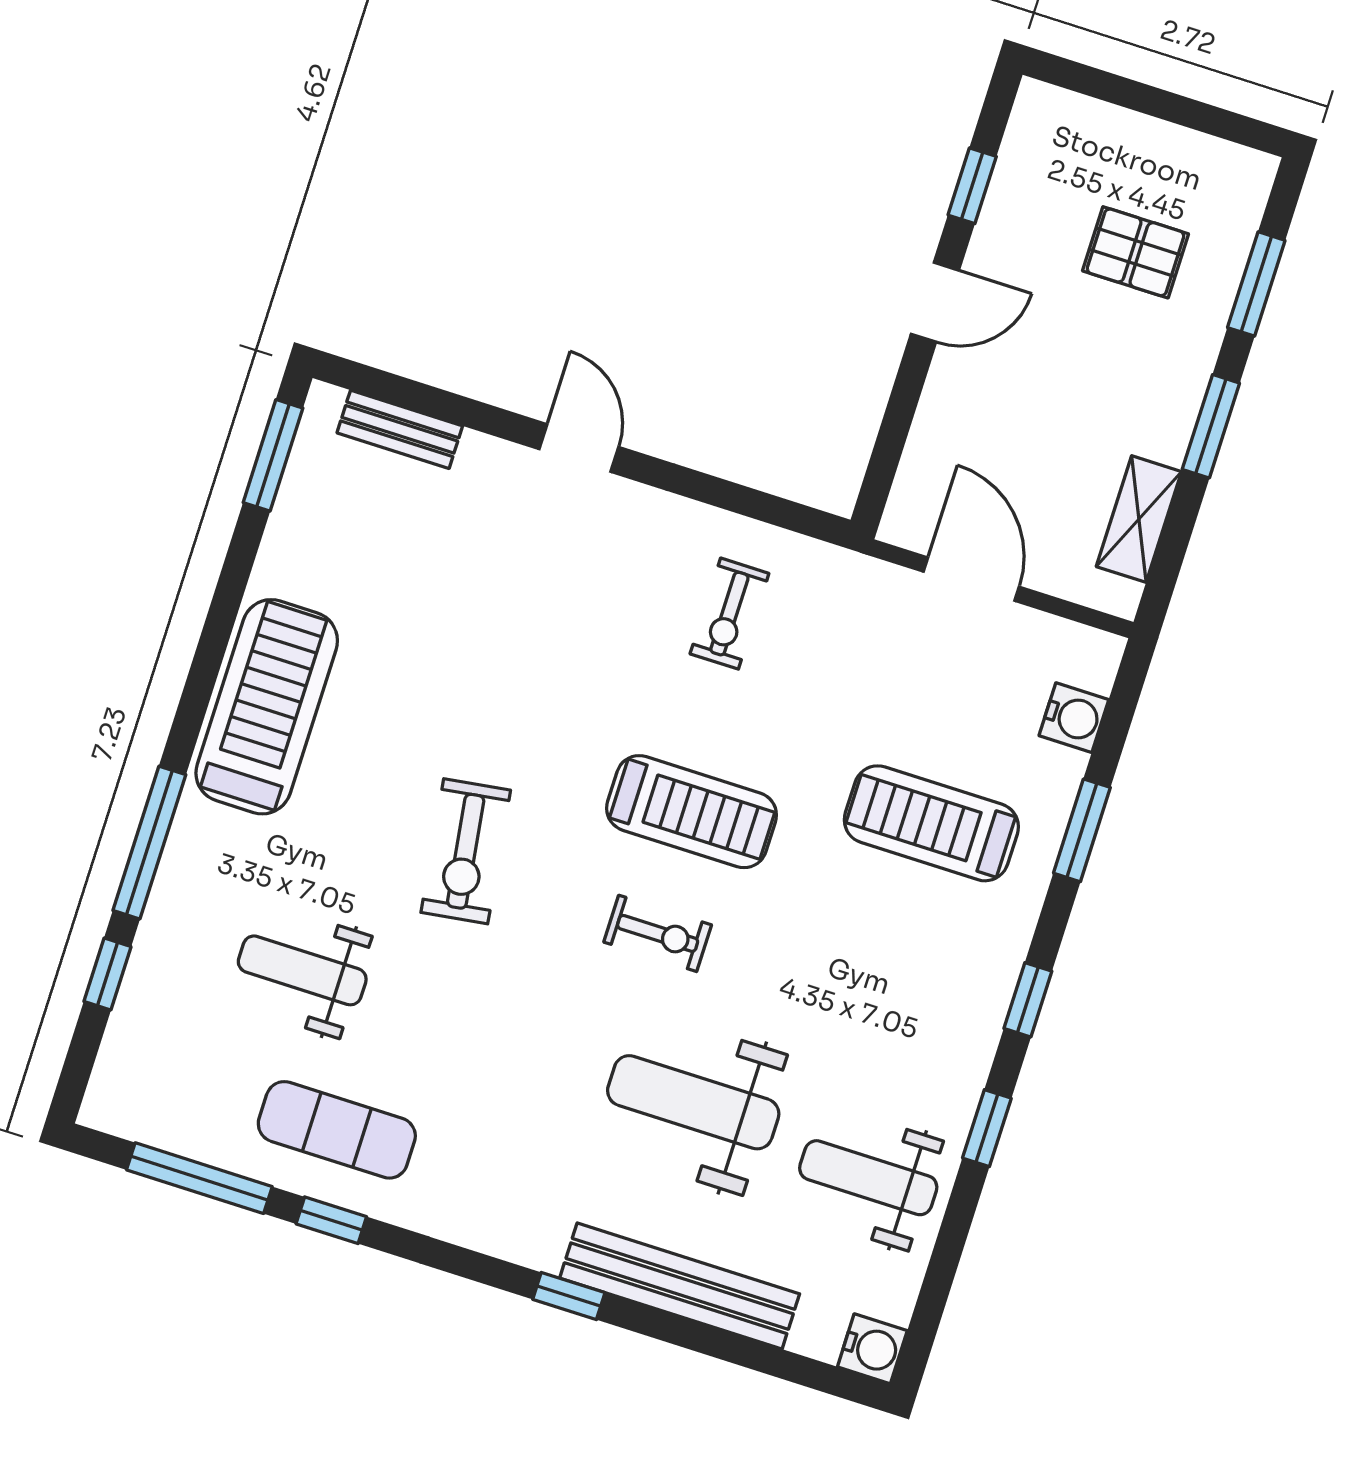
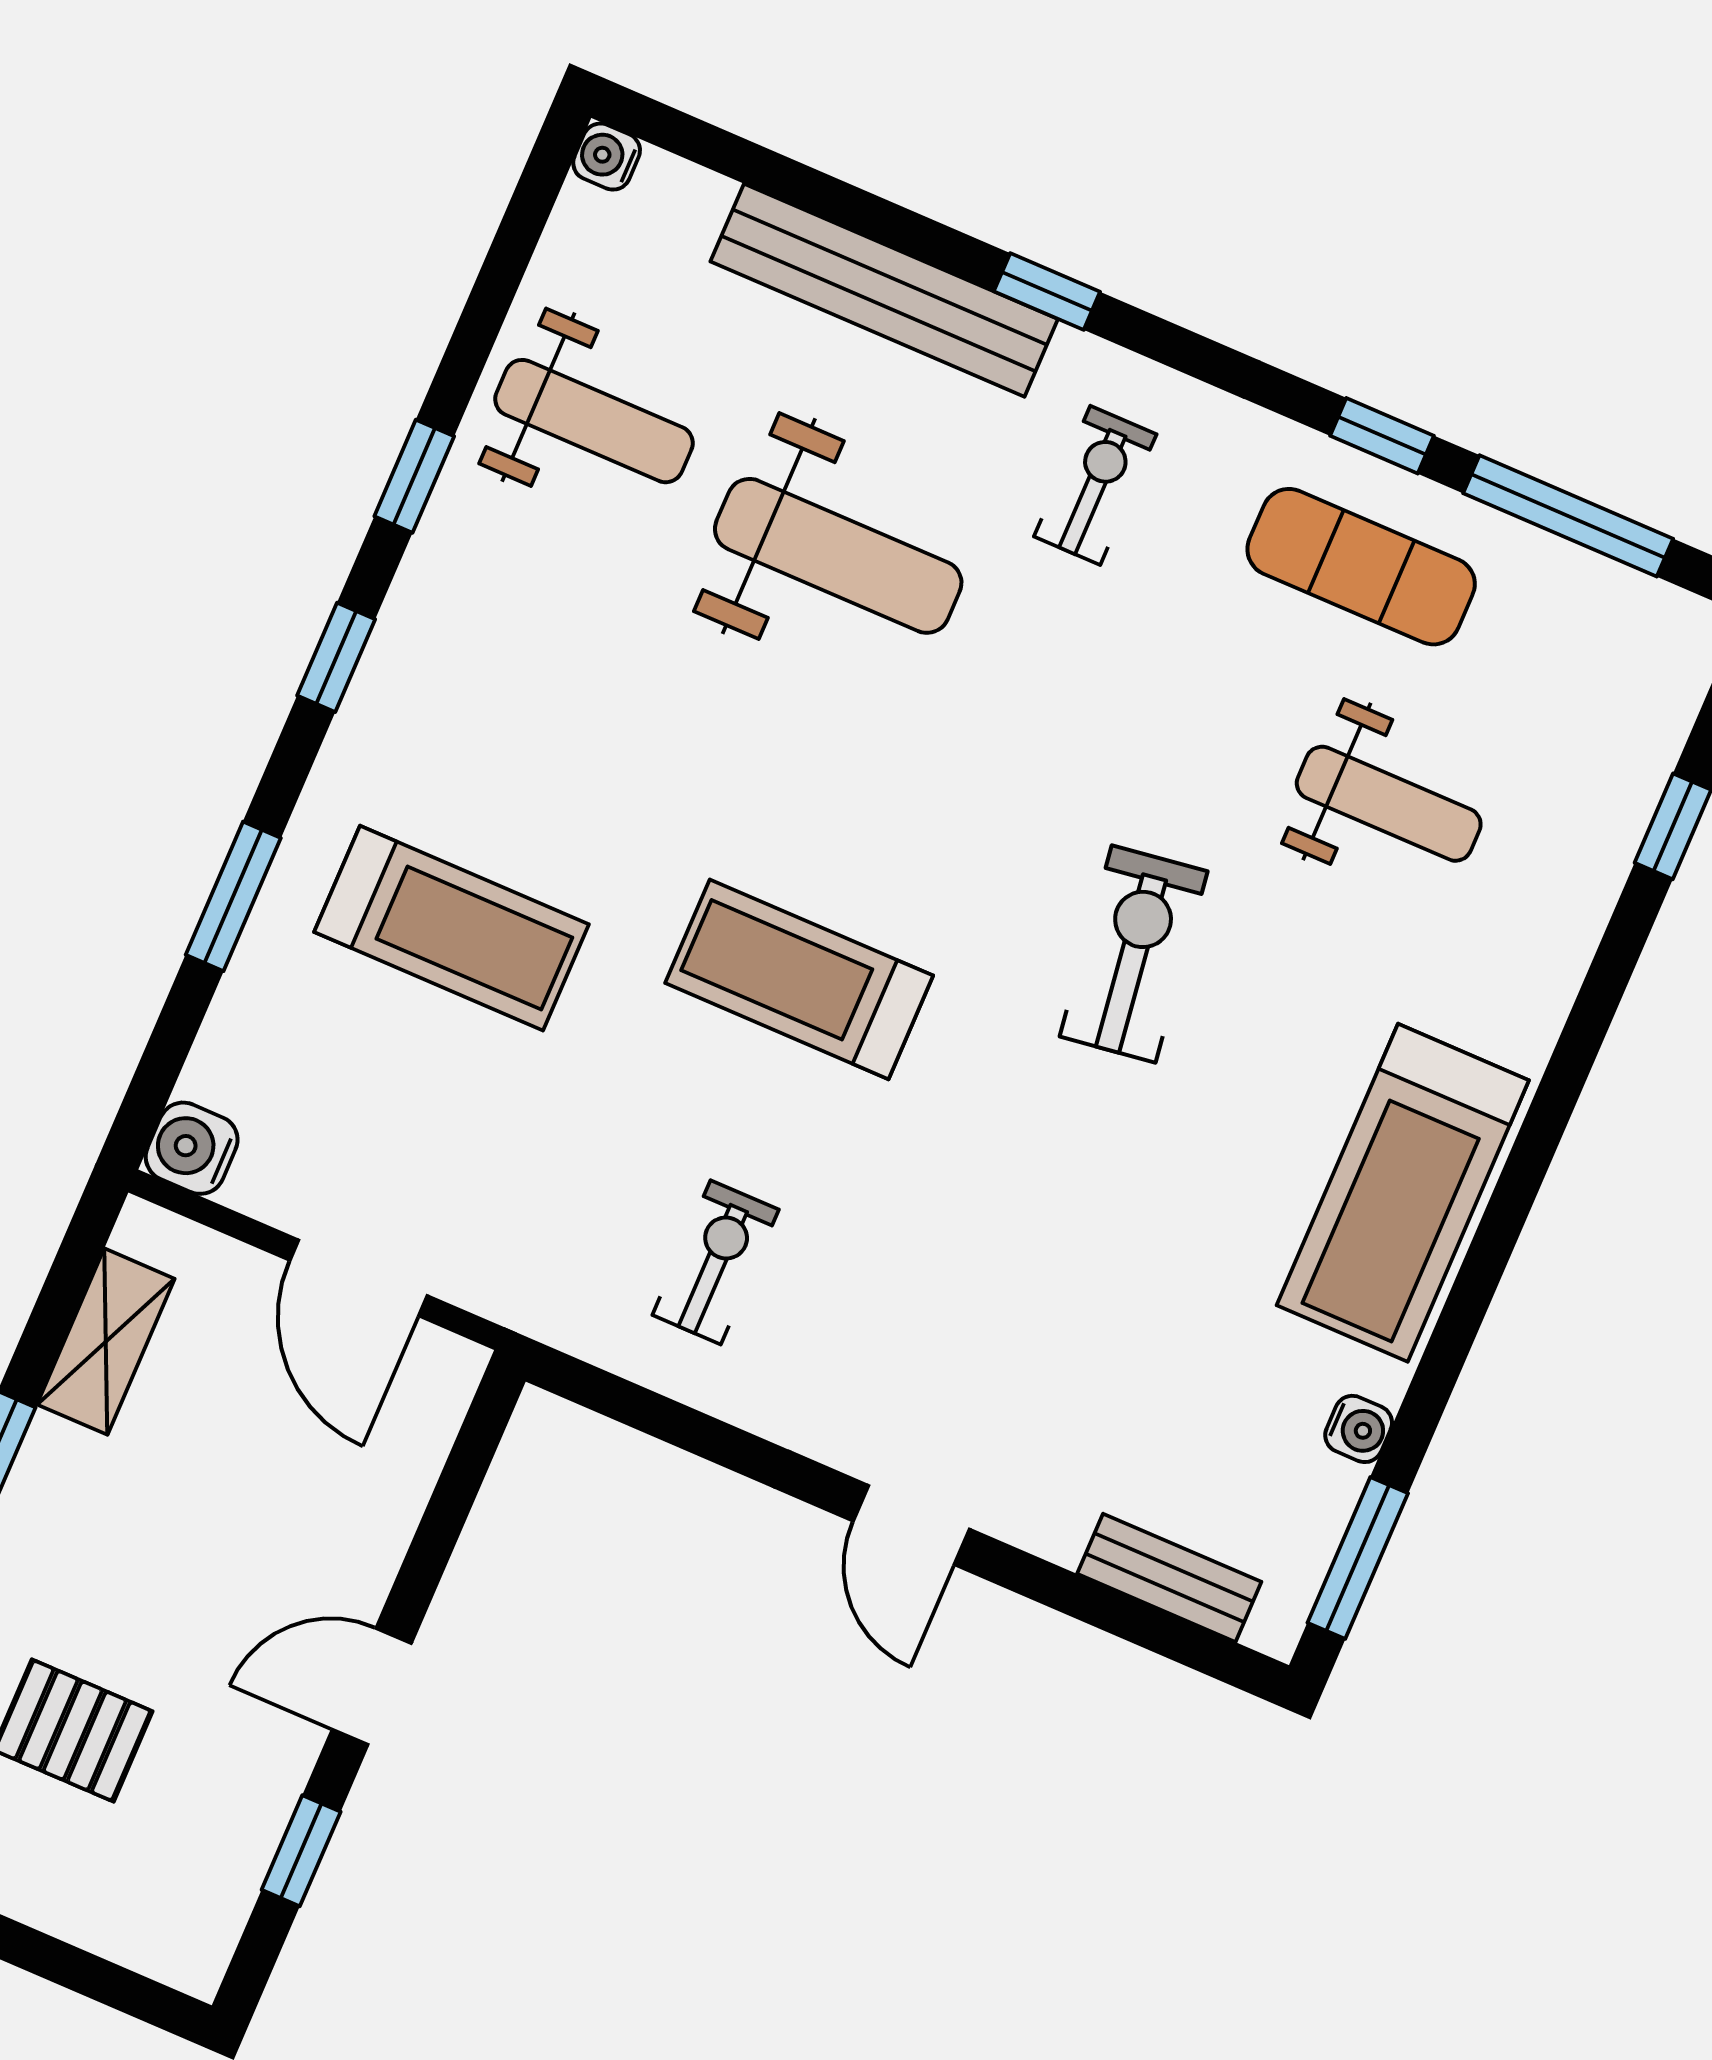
water cooler: (281, 543) -> (1359, 1429), added
water cooler: (1074, 718) -> (192, 1148), moved
window: (149, 843) -> (1593, 1012), removed
exercise bike: (658, 933) -> (1095, 485), moved, turned 90
water cooler: (872, 1349) -> (607, 157), width x0.72, depth x0.72

